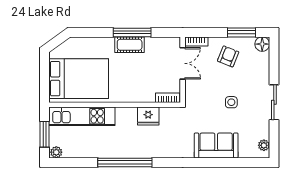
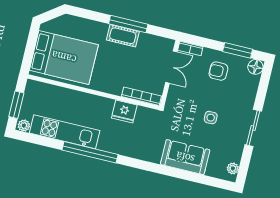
armchair: (228, 56) -> (218, 71), turned -112
bookcase: (168, 98) -> (141, 96), width x1.56
kitchen unit: (82, 116) -> (65, 132), moved, turned 180

